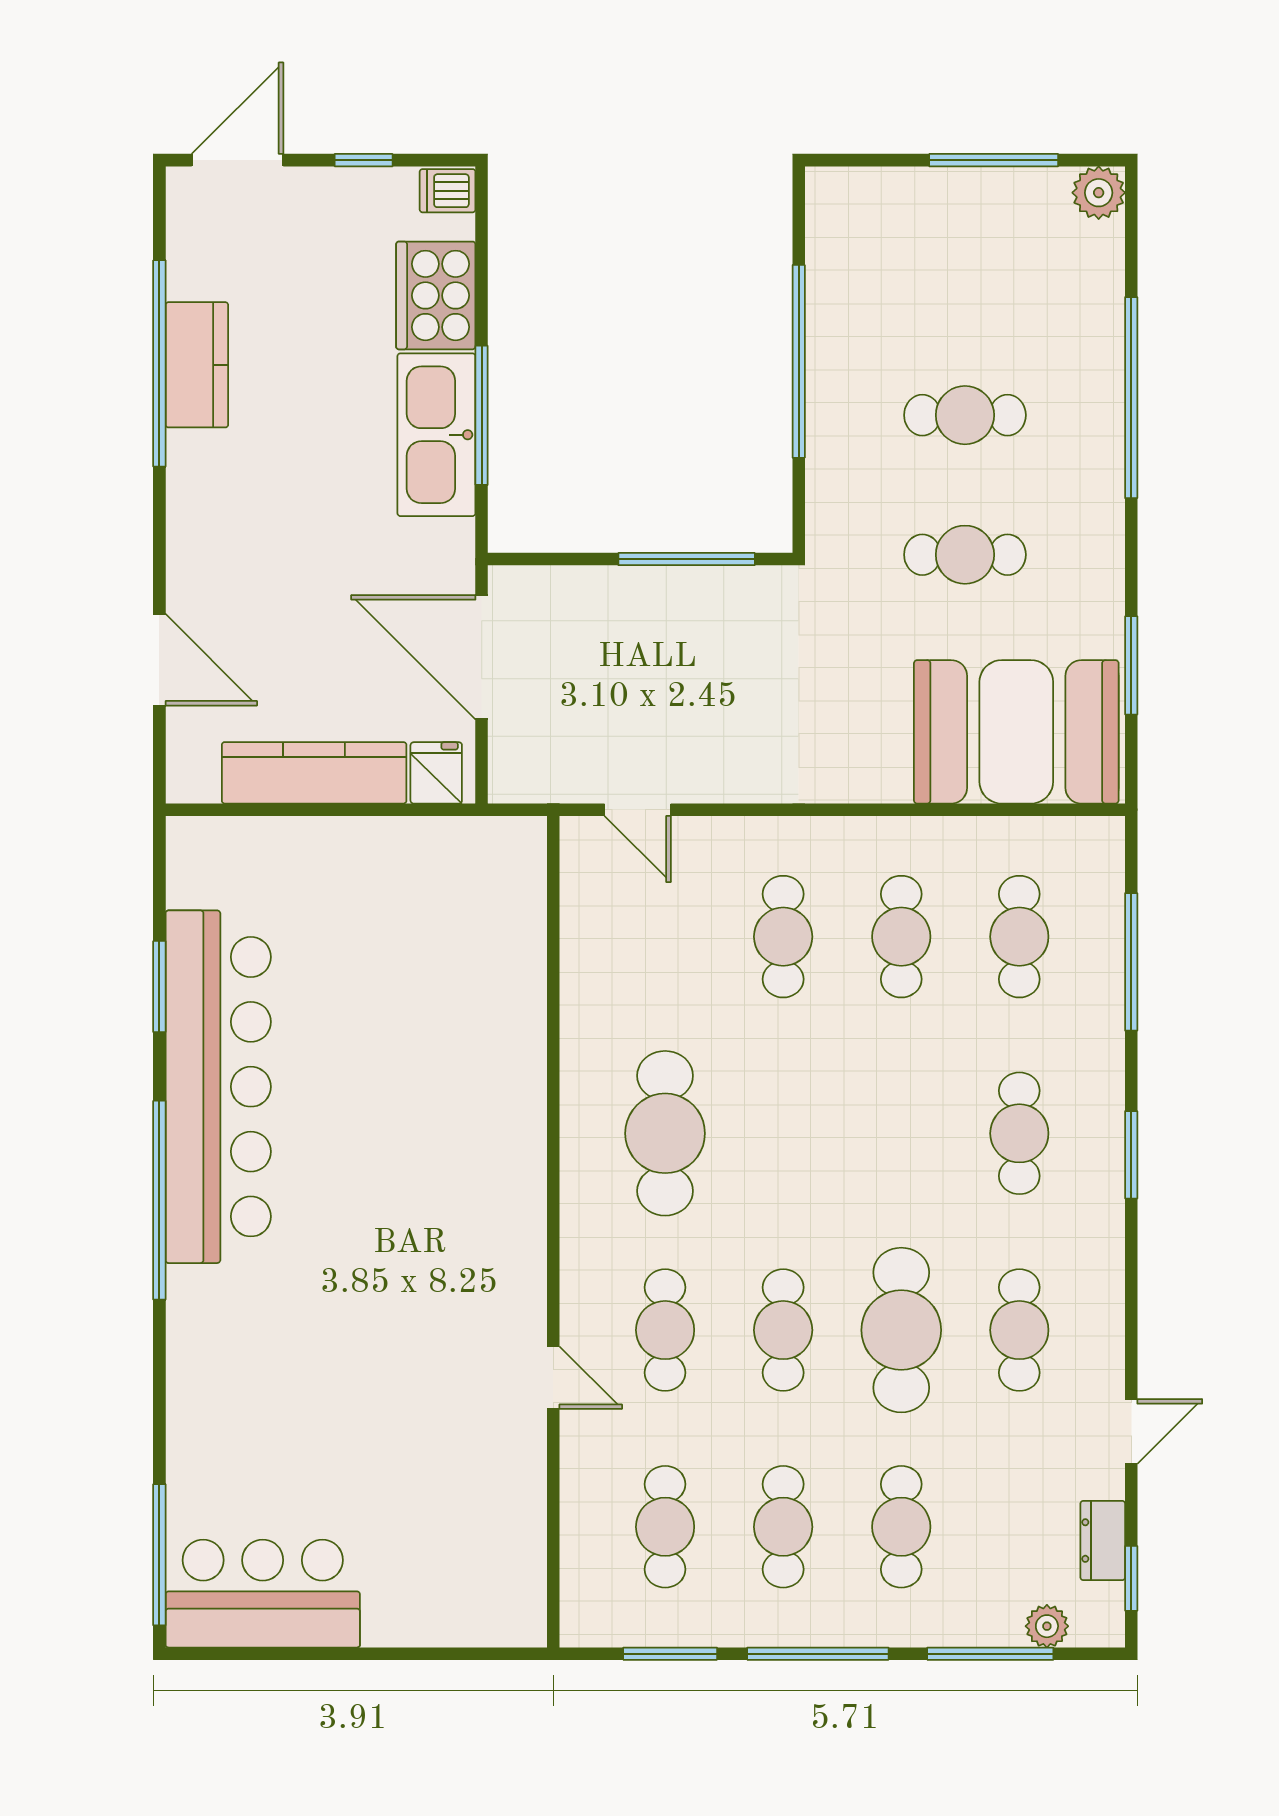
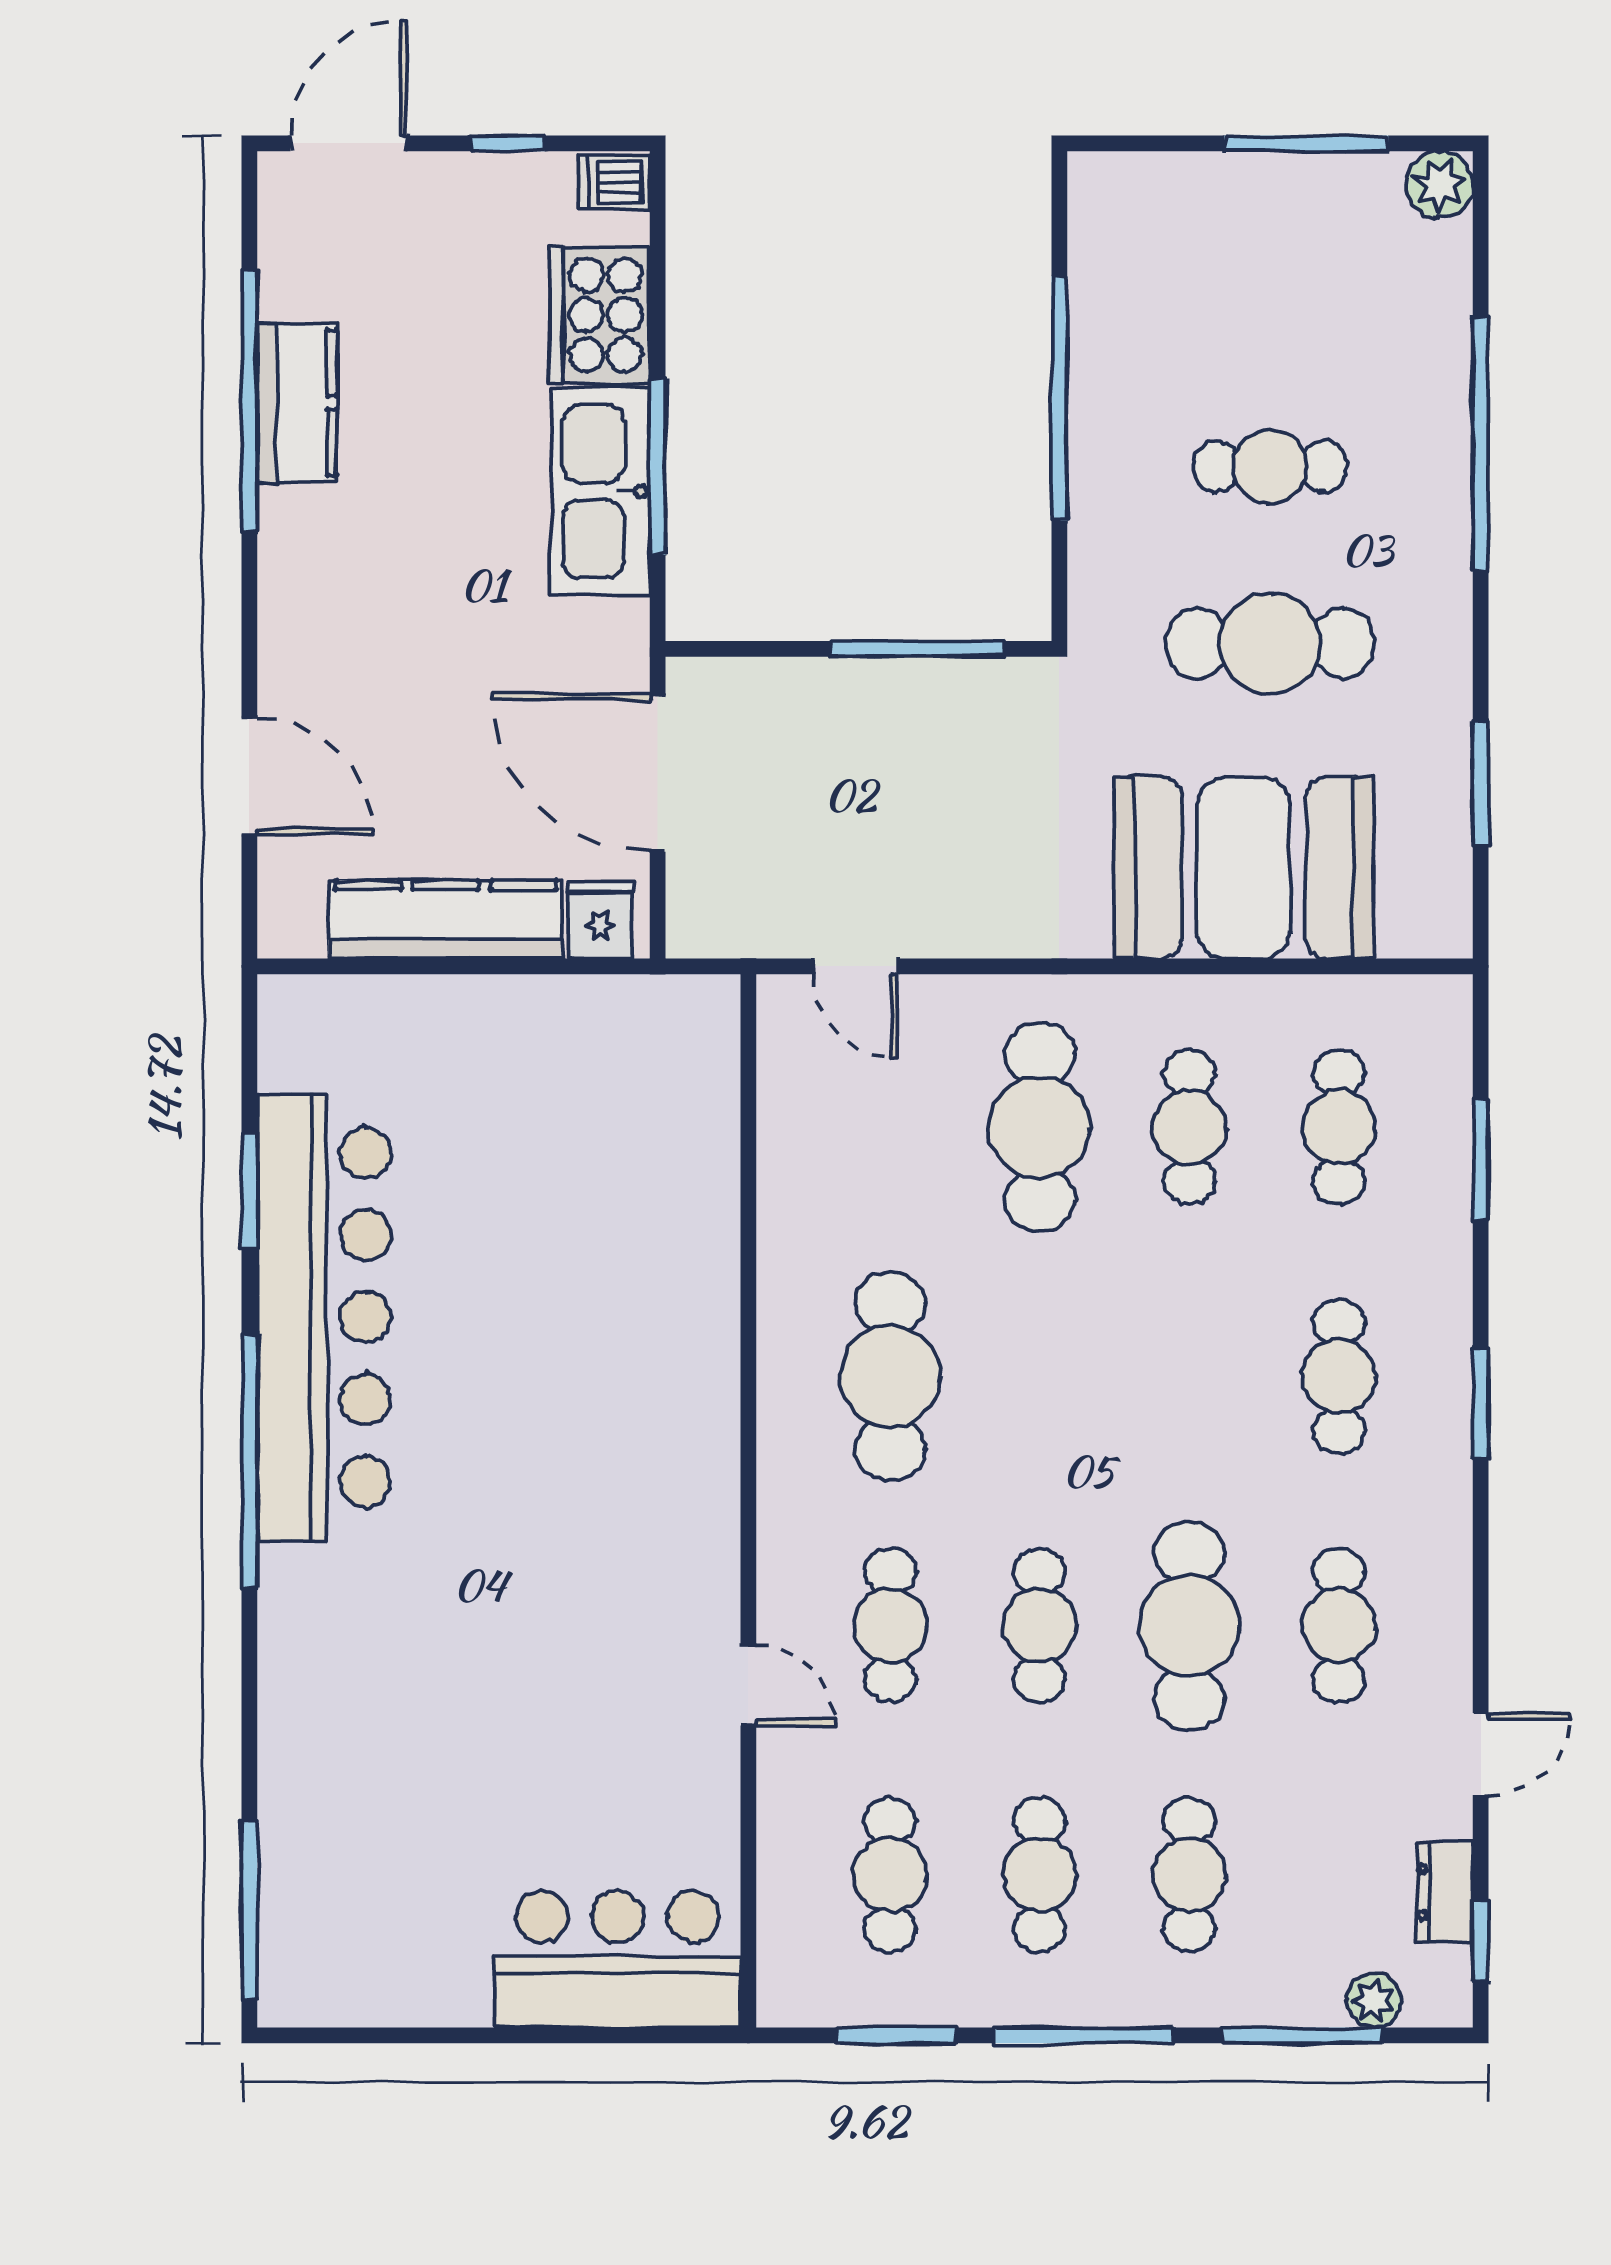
cafe table: (965, 555) -> (1270, 643), width x1.37, depth x1.35
booth: (1016, 732) -> (1244, 868), moved
cafe table: (783, 937) -> (1040, 1127), width x1.37, depth x1.35
window: (1131, 962) -> (1481, 1159), width x0.69
bar counter: (263, 1594) -> (617, 1959), moved

